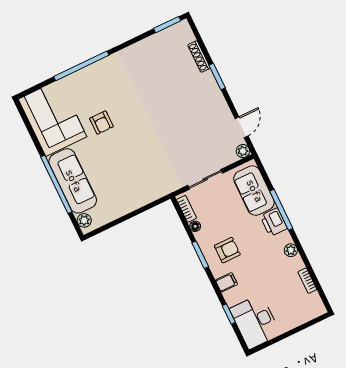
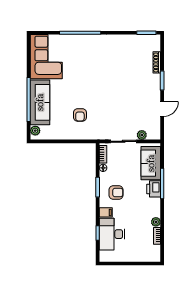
armchair: (101, 123) -> (80, 115), moved
door: (242, 127) -> (162, 109), moved
plant: (243, 151) -> (142, 135), moved
plant: (291, 250) -> (156, 222), moved
desk: (255, 322) -> (112, 234), moved

